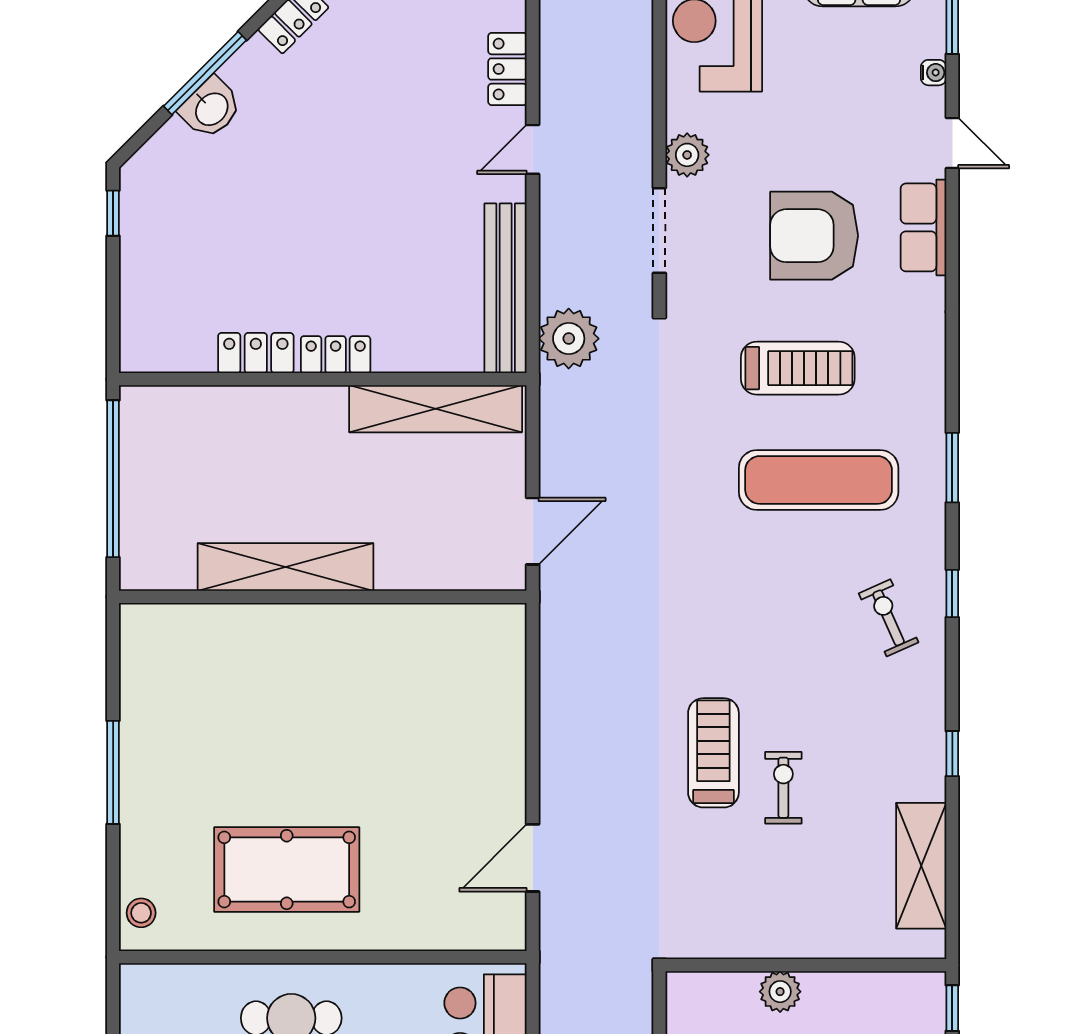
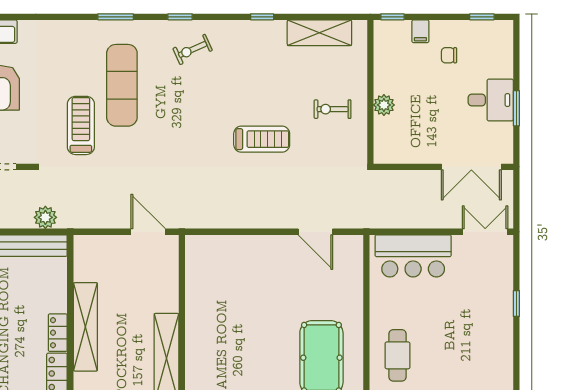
plant: (569, 339) -> (45, 217), width x0.73, depth x0.73
treadmill: (798, 368) -> (81, 125), moved
shelving: (436, 409) -> (85, 327), moved
treadmill: (713, 753) -> (262, 139), turned 180
exercise bike: (783, 788) -> (333, 109), moved

